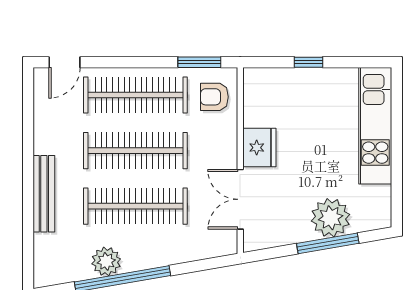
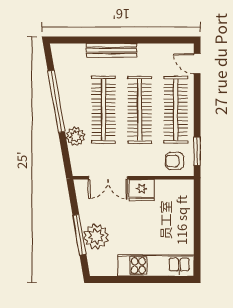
window: (308, 62) -> (197, 222), removed
armchair: (214, 97) -> (175, 161), turned -90
double door: (240, 199) -> (108, 178), swing flipped
plant: (106, 261) -> (75, 136), moved

